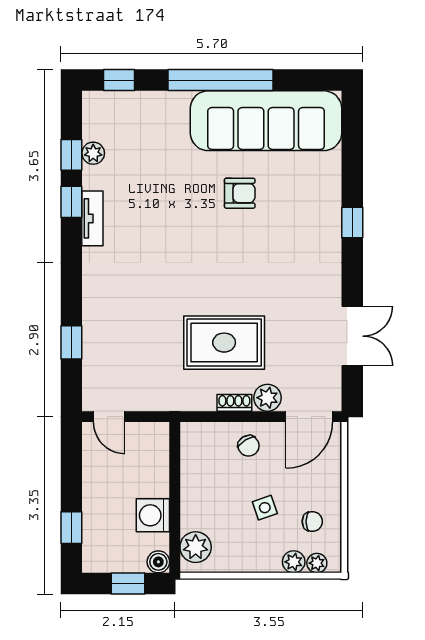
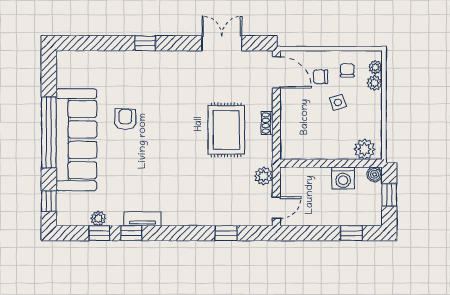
sofa: (266, 121) -> (76, 140), moved
plant: (267, 398) -> (264, 176), moved
chair: (249, 446) -> (321, 77), moved, turned -149

